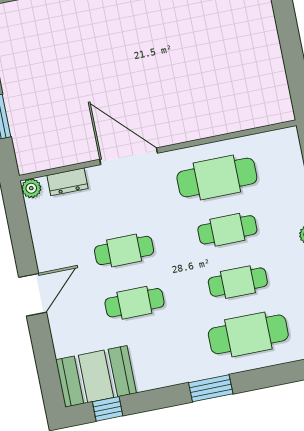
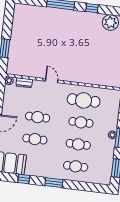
door: (129, 156) -> (52, 81), width x0.53
cafe table: (248, 334) -> (76, 166), width x0.73, depth x0.74
window: (108, 409) -> (24, 179), moved

